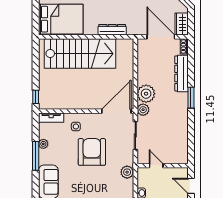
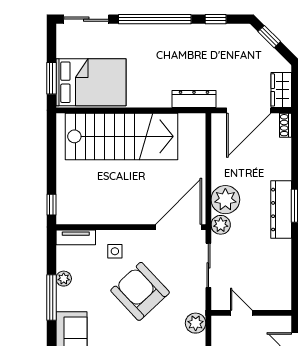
window: (36, 17) -> (51, 78), added
dresser: (112, 30) -> (194, 99), moved
door: (161, 37) -> (249, 110), swing flipped
dresser: (181, 73) -> (281, 210), moved
armchair: (92, 152) -> (140, 291), turned -43

